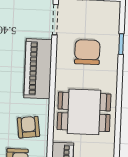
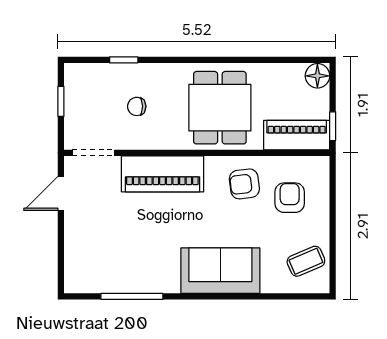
chair: (87, 52) -> (137, 106), width x0.54, depth x0.54

